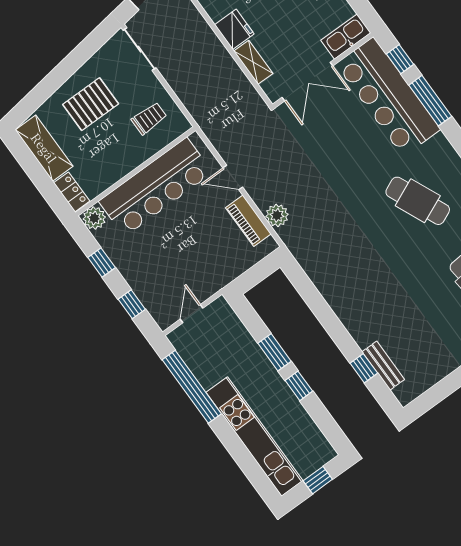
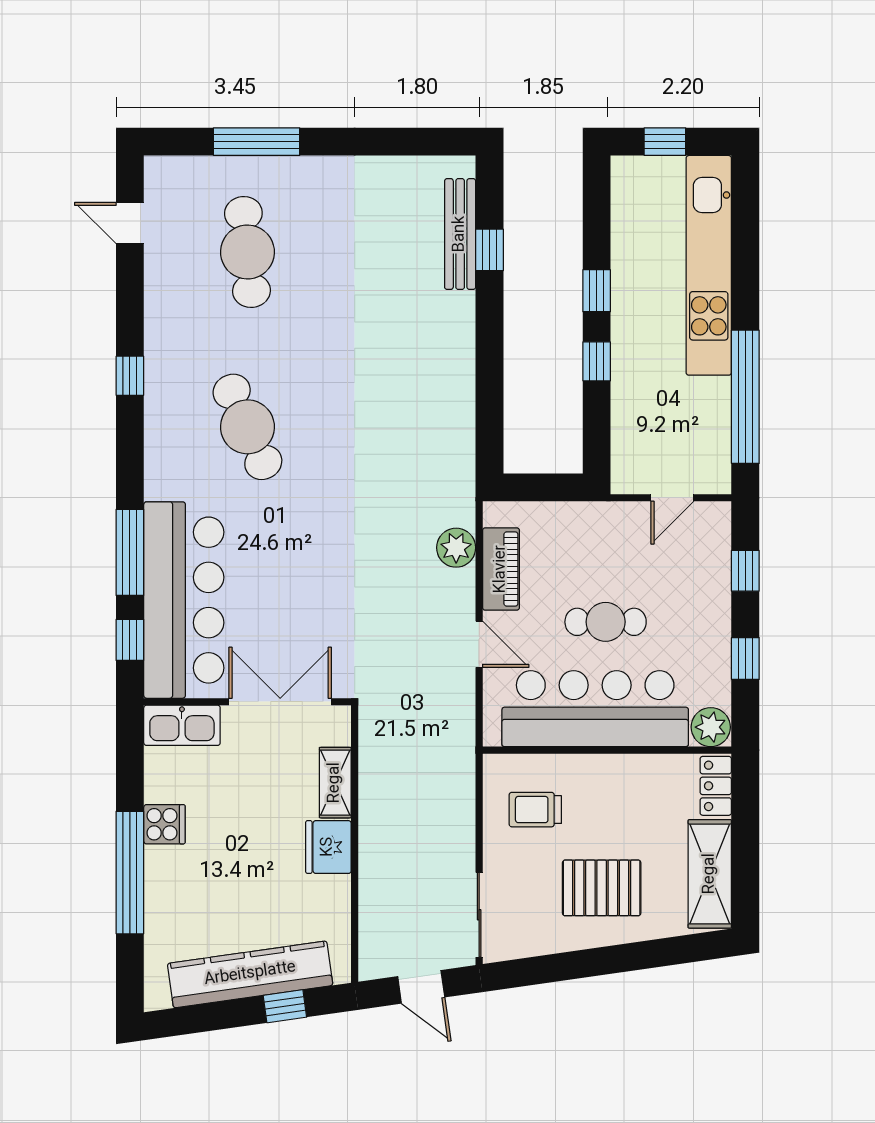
cafe table: (180, 232) -> (606, 622), added
window: (275, 352) -> (597, 361), width x0.67
bench: (383, 366) -> (460, 234), width x1.36

